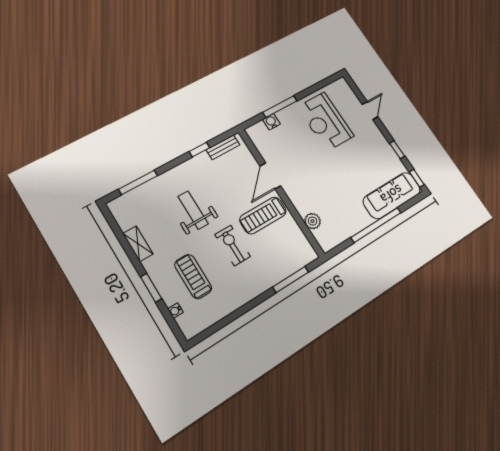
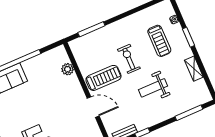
door: (270, 176) -> (93, 107), hinge flipped
weight bench: (193, 210) -> (153, 88), turned 90
exercise bike: (232, 245) -> (129, 59), turned 180

